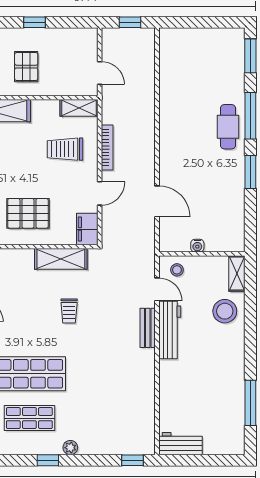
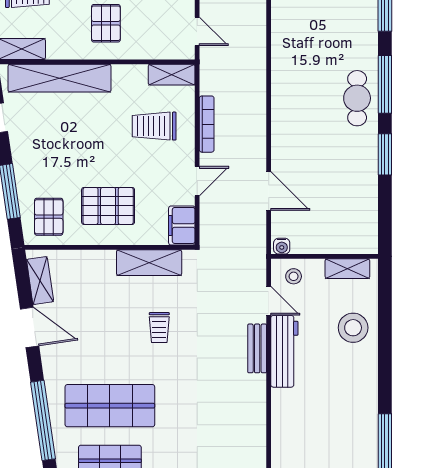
water cooler: (197, 246) -> (282, 246), moved
shelving: (237, 273) -> (347, 269), moved, turned 90

